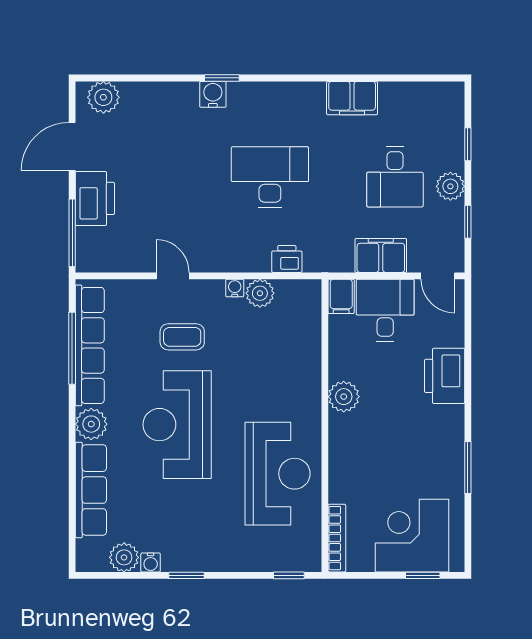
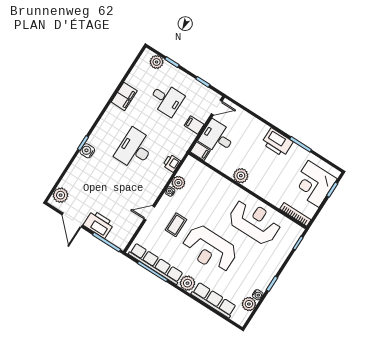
plant: (450, 186) -> (157, 62), moved
filing cabinet: (381, 255) -> (194, 125), width x0.50
printer: (445, 376) -> (277, 142), moved

